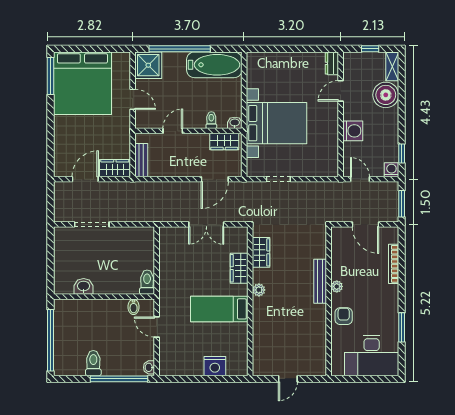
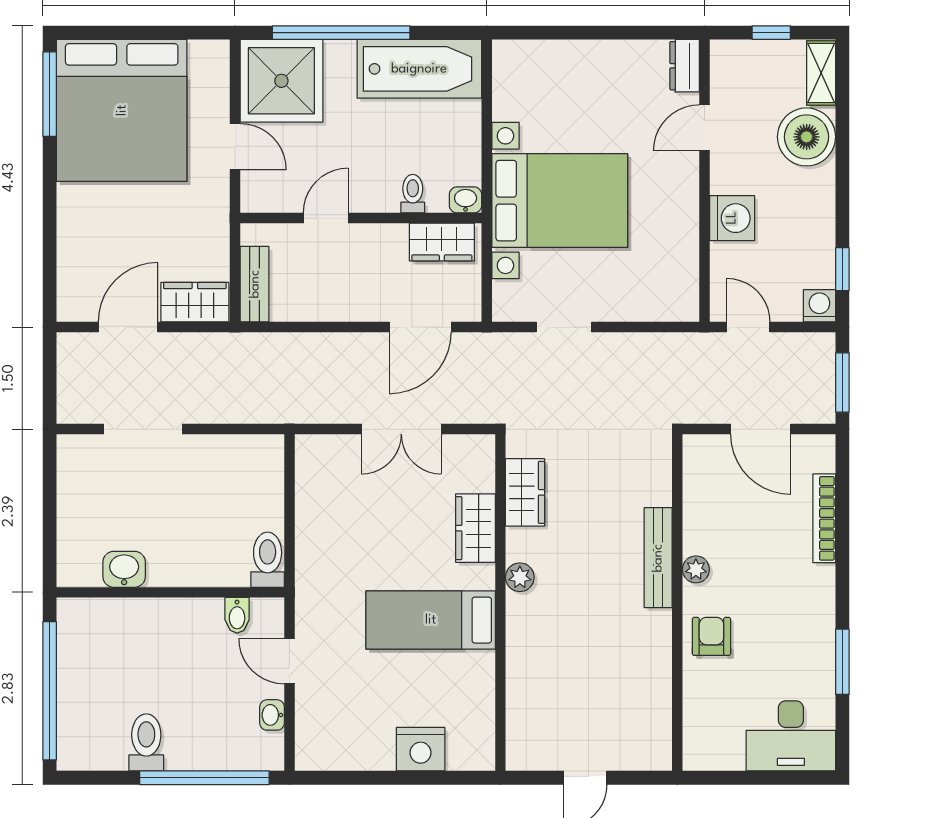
shower: (148, 65) -> (281, 81), width x1.37, depth x1.37
desk: (372, 356) -> (791, 736), width x0.73, depth x0.77
washbasin: (149, 367) -> (272, 715), moved

